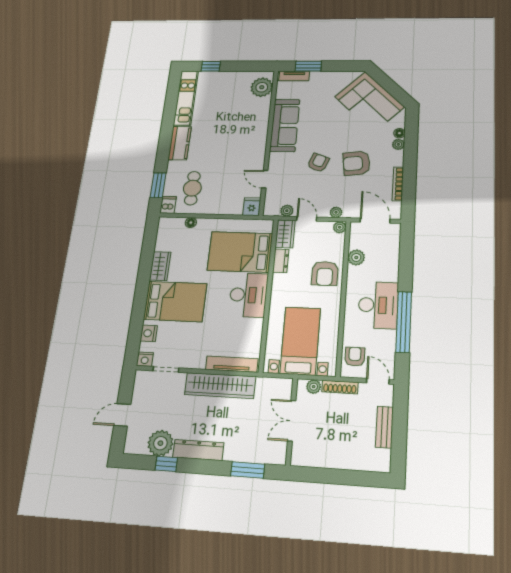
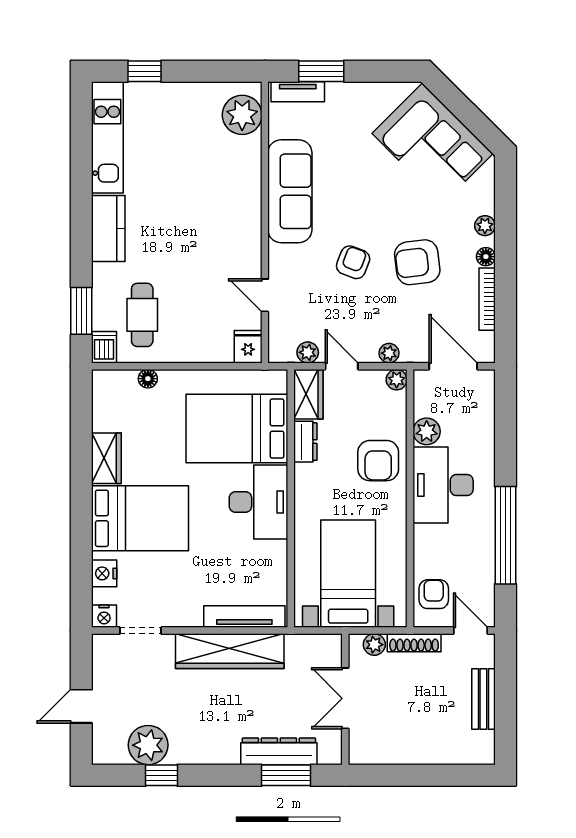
floor lamp: (399, 133) -> (486, 257), moved
desk: (378, 305) -> (443, 485), moved, turned 180
dresser: (198, 450) -> (279, 751), moved

